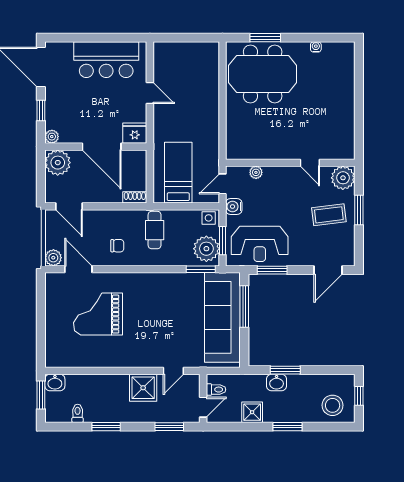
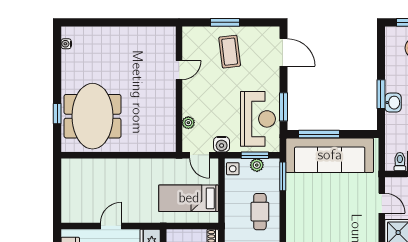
window: (265, 38) -> (57, 114), width x0.67
water cooler: (316, 47) -> (66, 44), moved
plant: (343, 178) -> (194, 38), removed
cafe table: (155, 230) -> (260, 212), moved, turned 90
plant: (206, 249) -> (257, 165), width x0.53, depth x0.53

